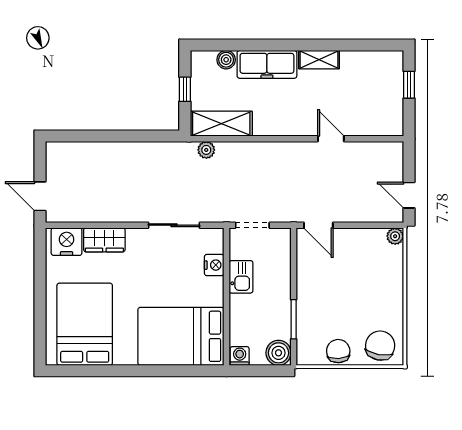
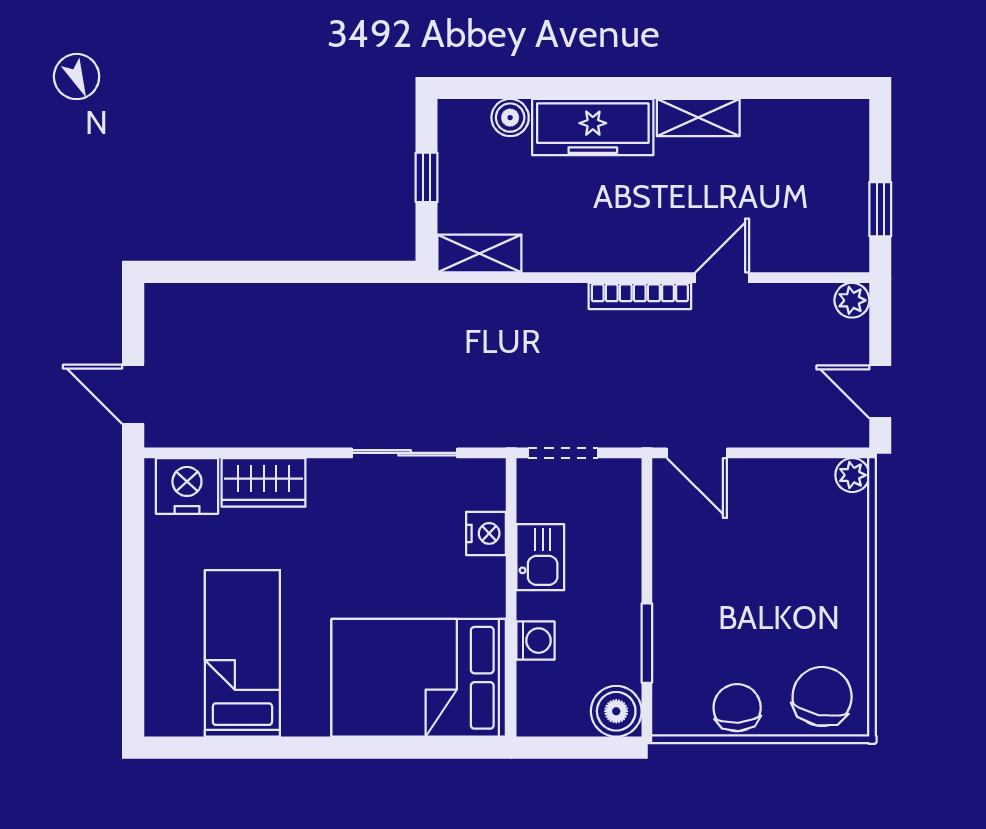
window: (409, 85) -> (880, 209), moved
shelving: (221, 124) -> (479, 253), width x0.67, depth x0.75
door: (331, 139) -> (722, 278), hinge flipped
bookcase: (290, 148) -> (640, 296), added
plant: (206, 150) -> (852, 300), moved
bed: (85, 324) -> (242, 653), width x0.67
washing machine: (240, 356) -> (535, 641), moved, turned 90

